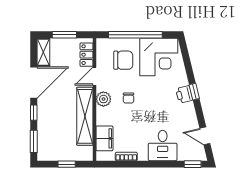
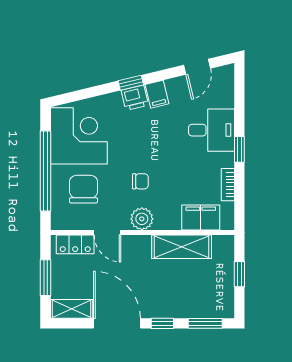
filing cabinet: (187, 109) -> (157, 94), added
shelving: (85, 116) -> (182, 247), width x0.68
window: (193, 164) -> (239, 149), moved

